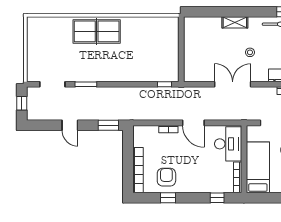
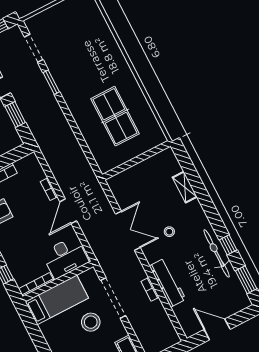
shelving: (235, 22) -> (185, 187), moved
table tennis table: (97, 31) -> (115, 116), moved
window: (164, 84) -> (92, 162), removed
window: (108, 125) -> (15, 114), moved

